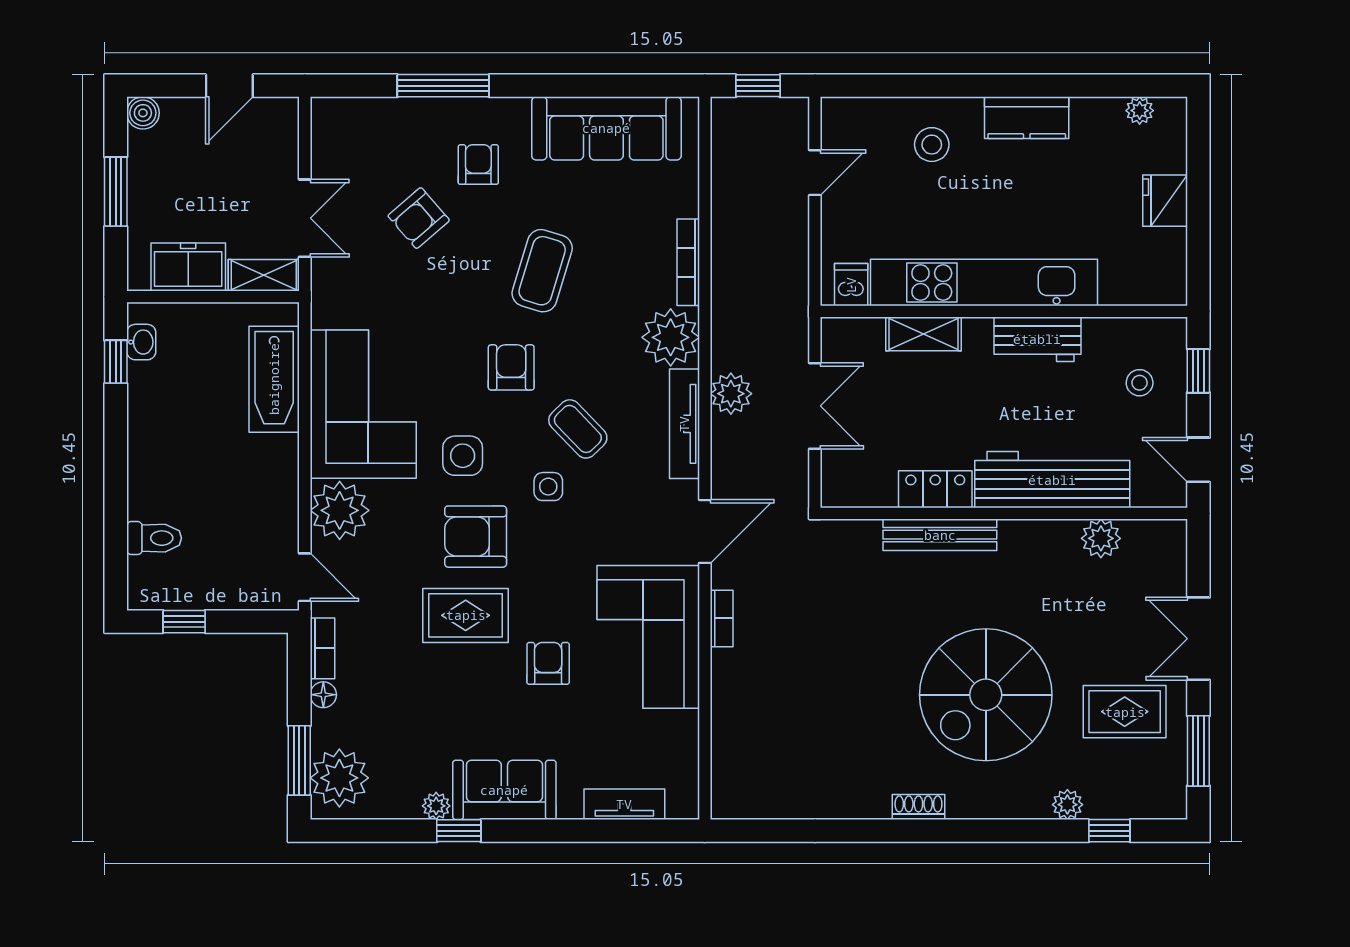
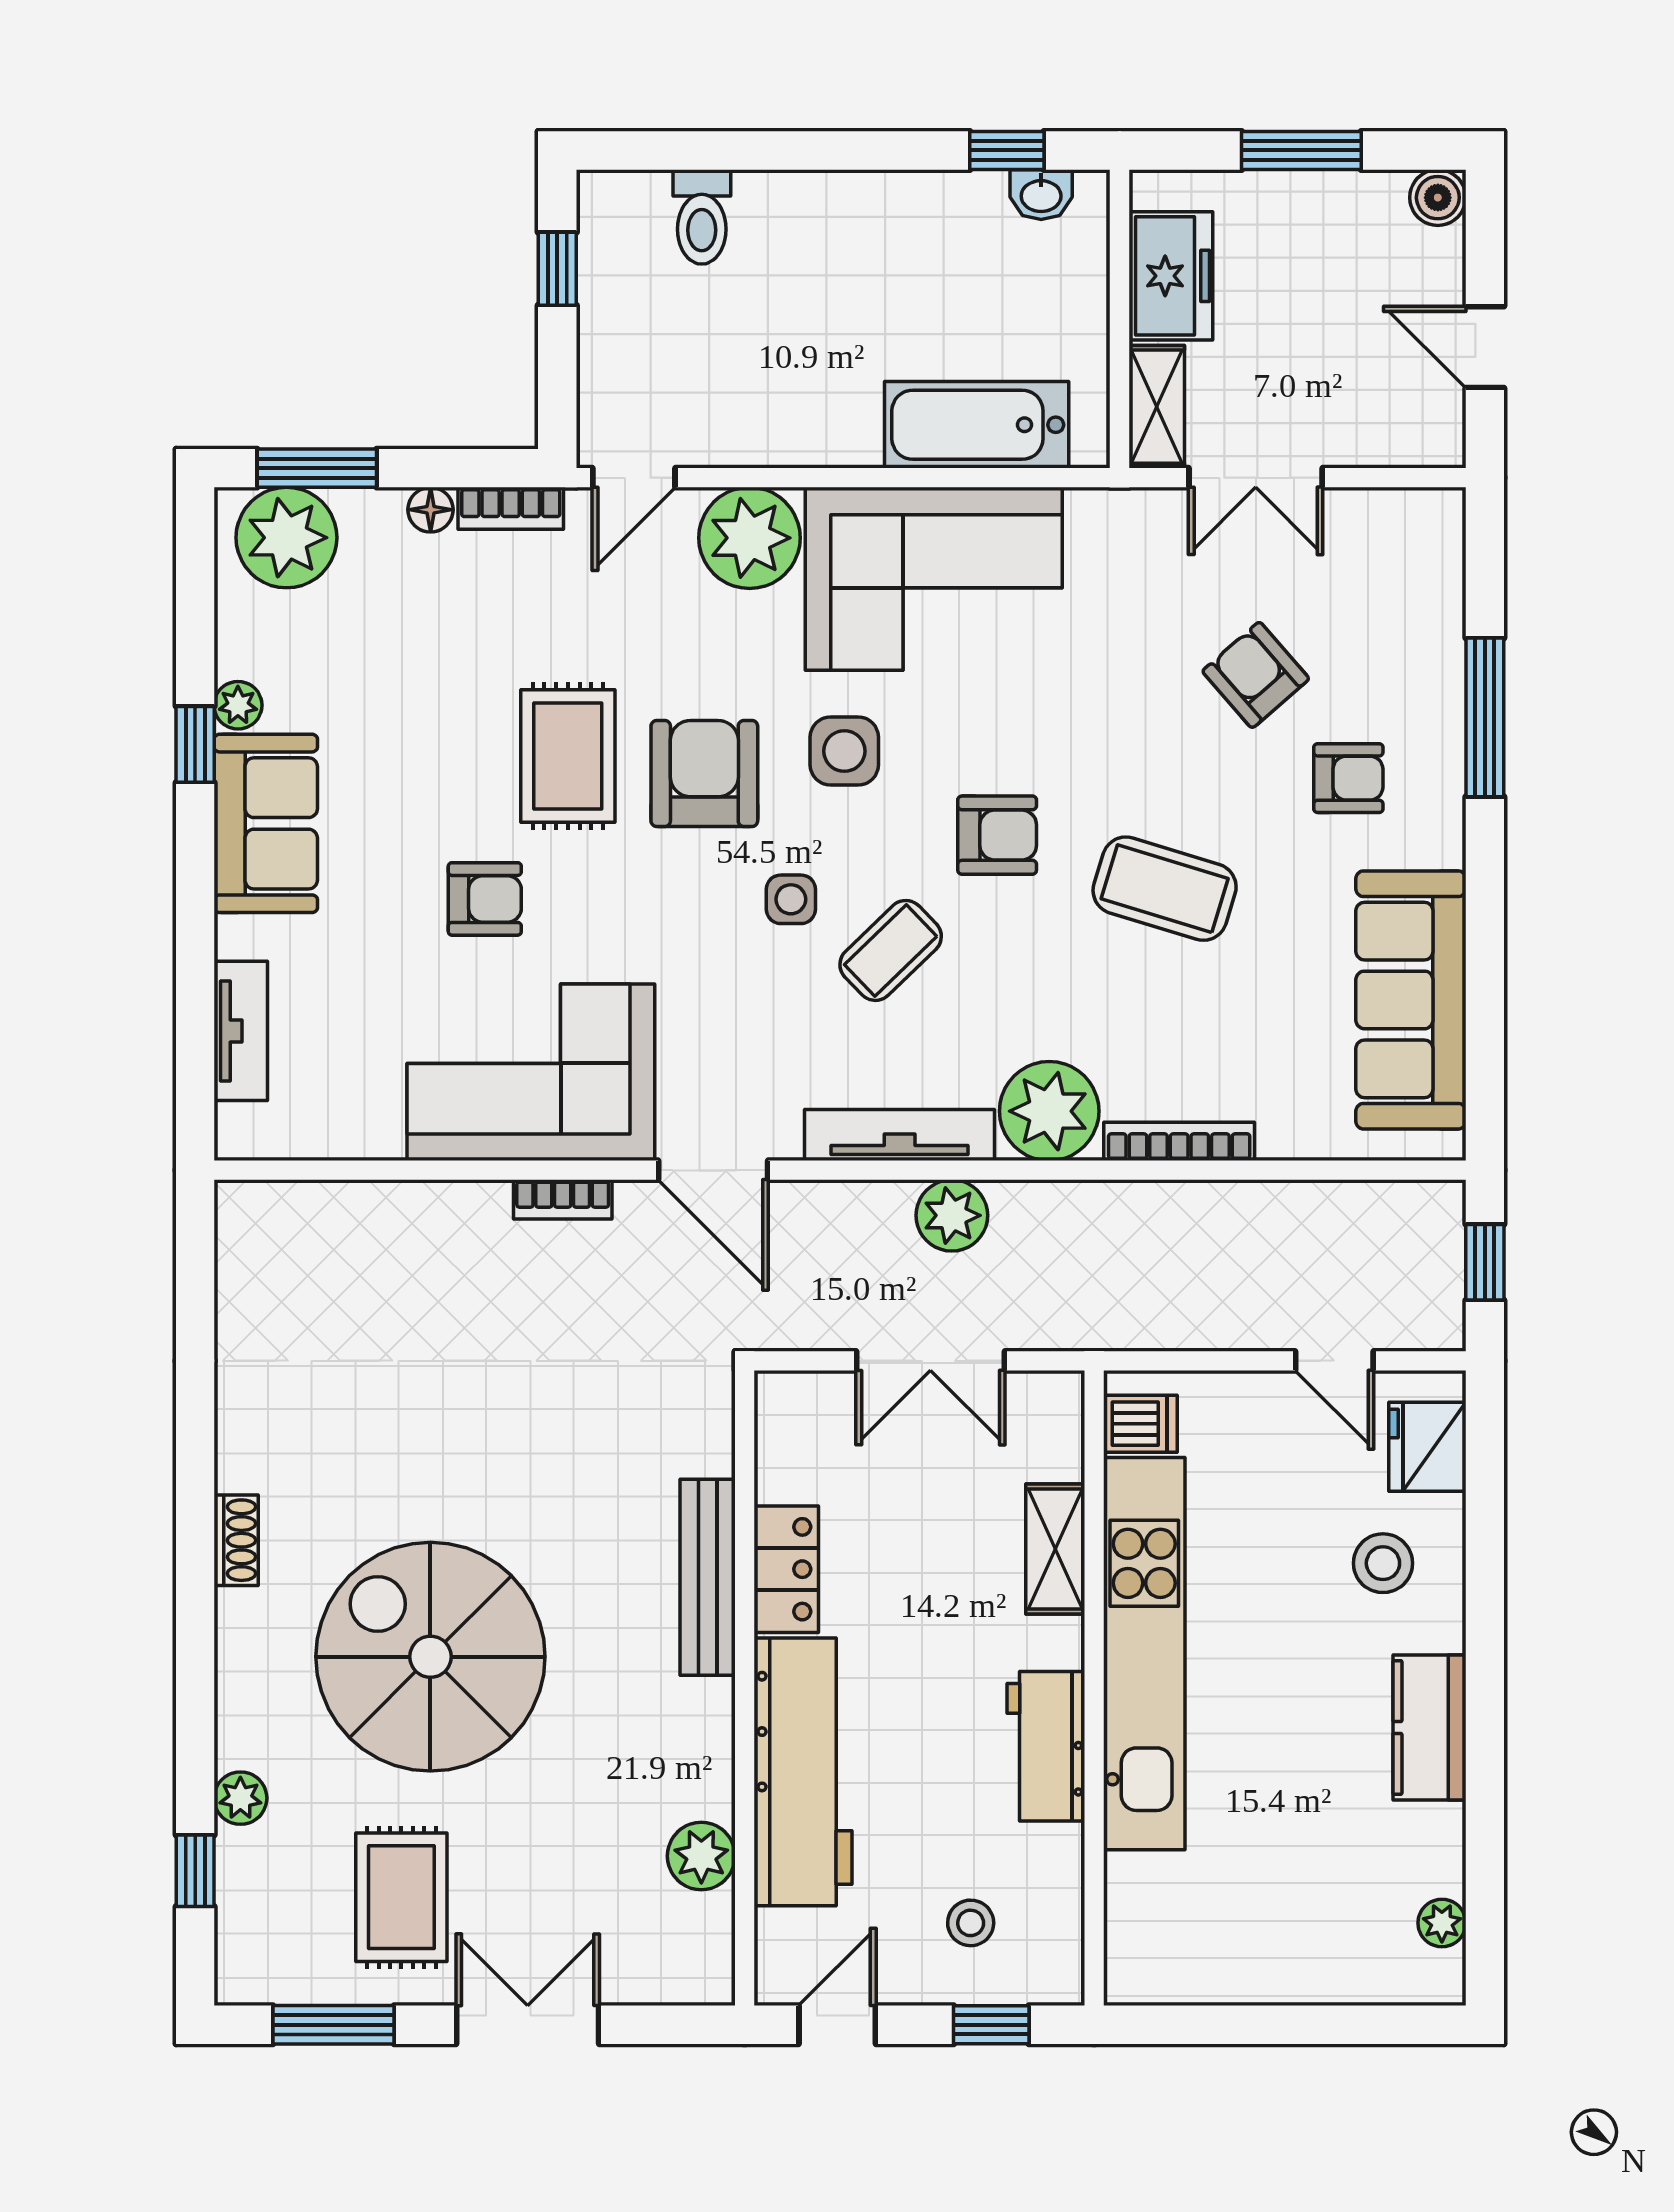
fridge: (1165, 201) -> (1427, 1447), moved, turned -90

